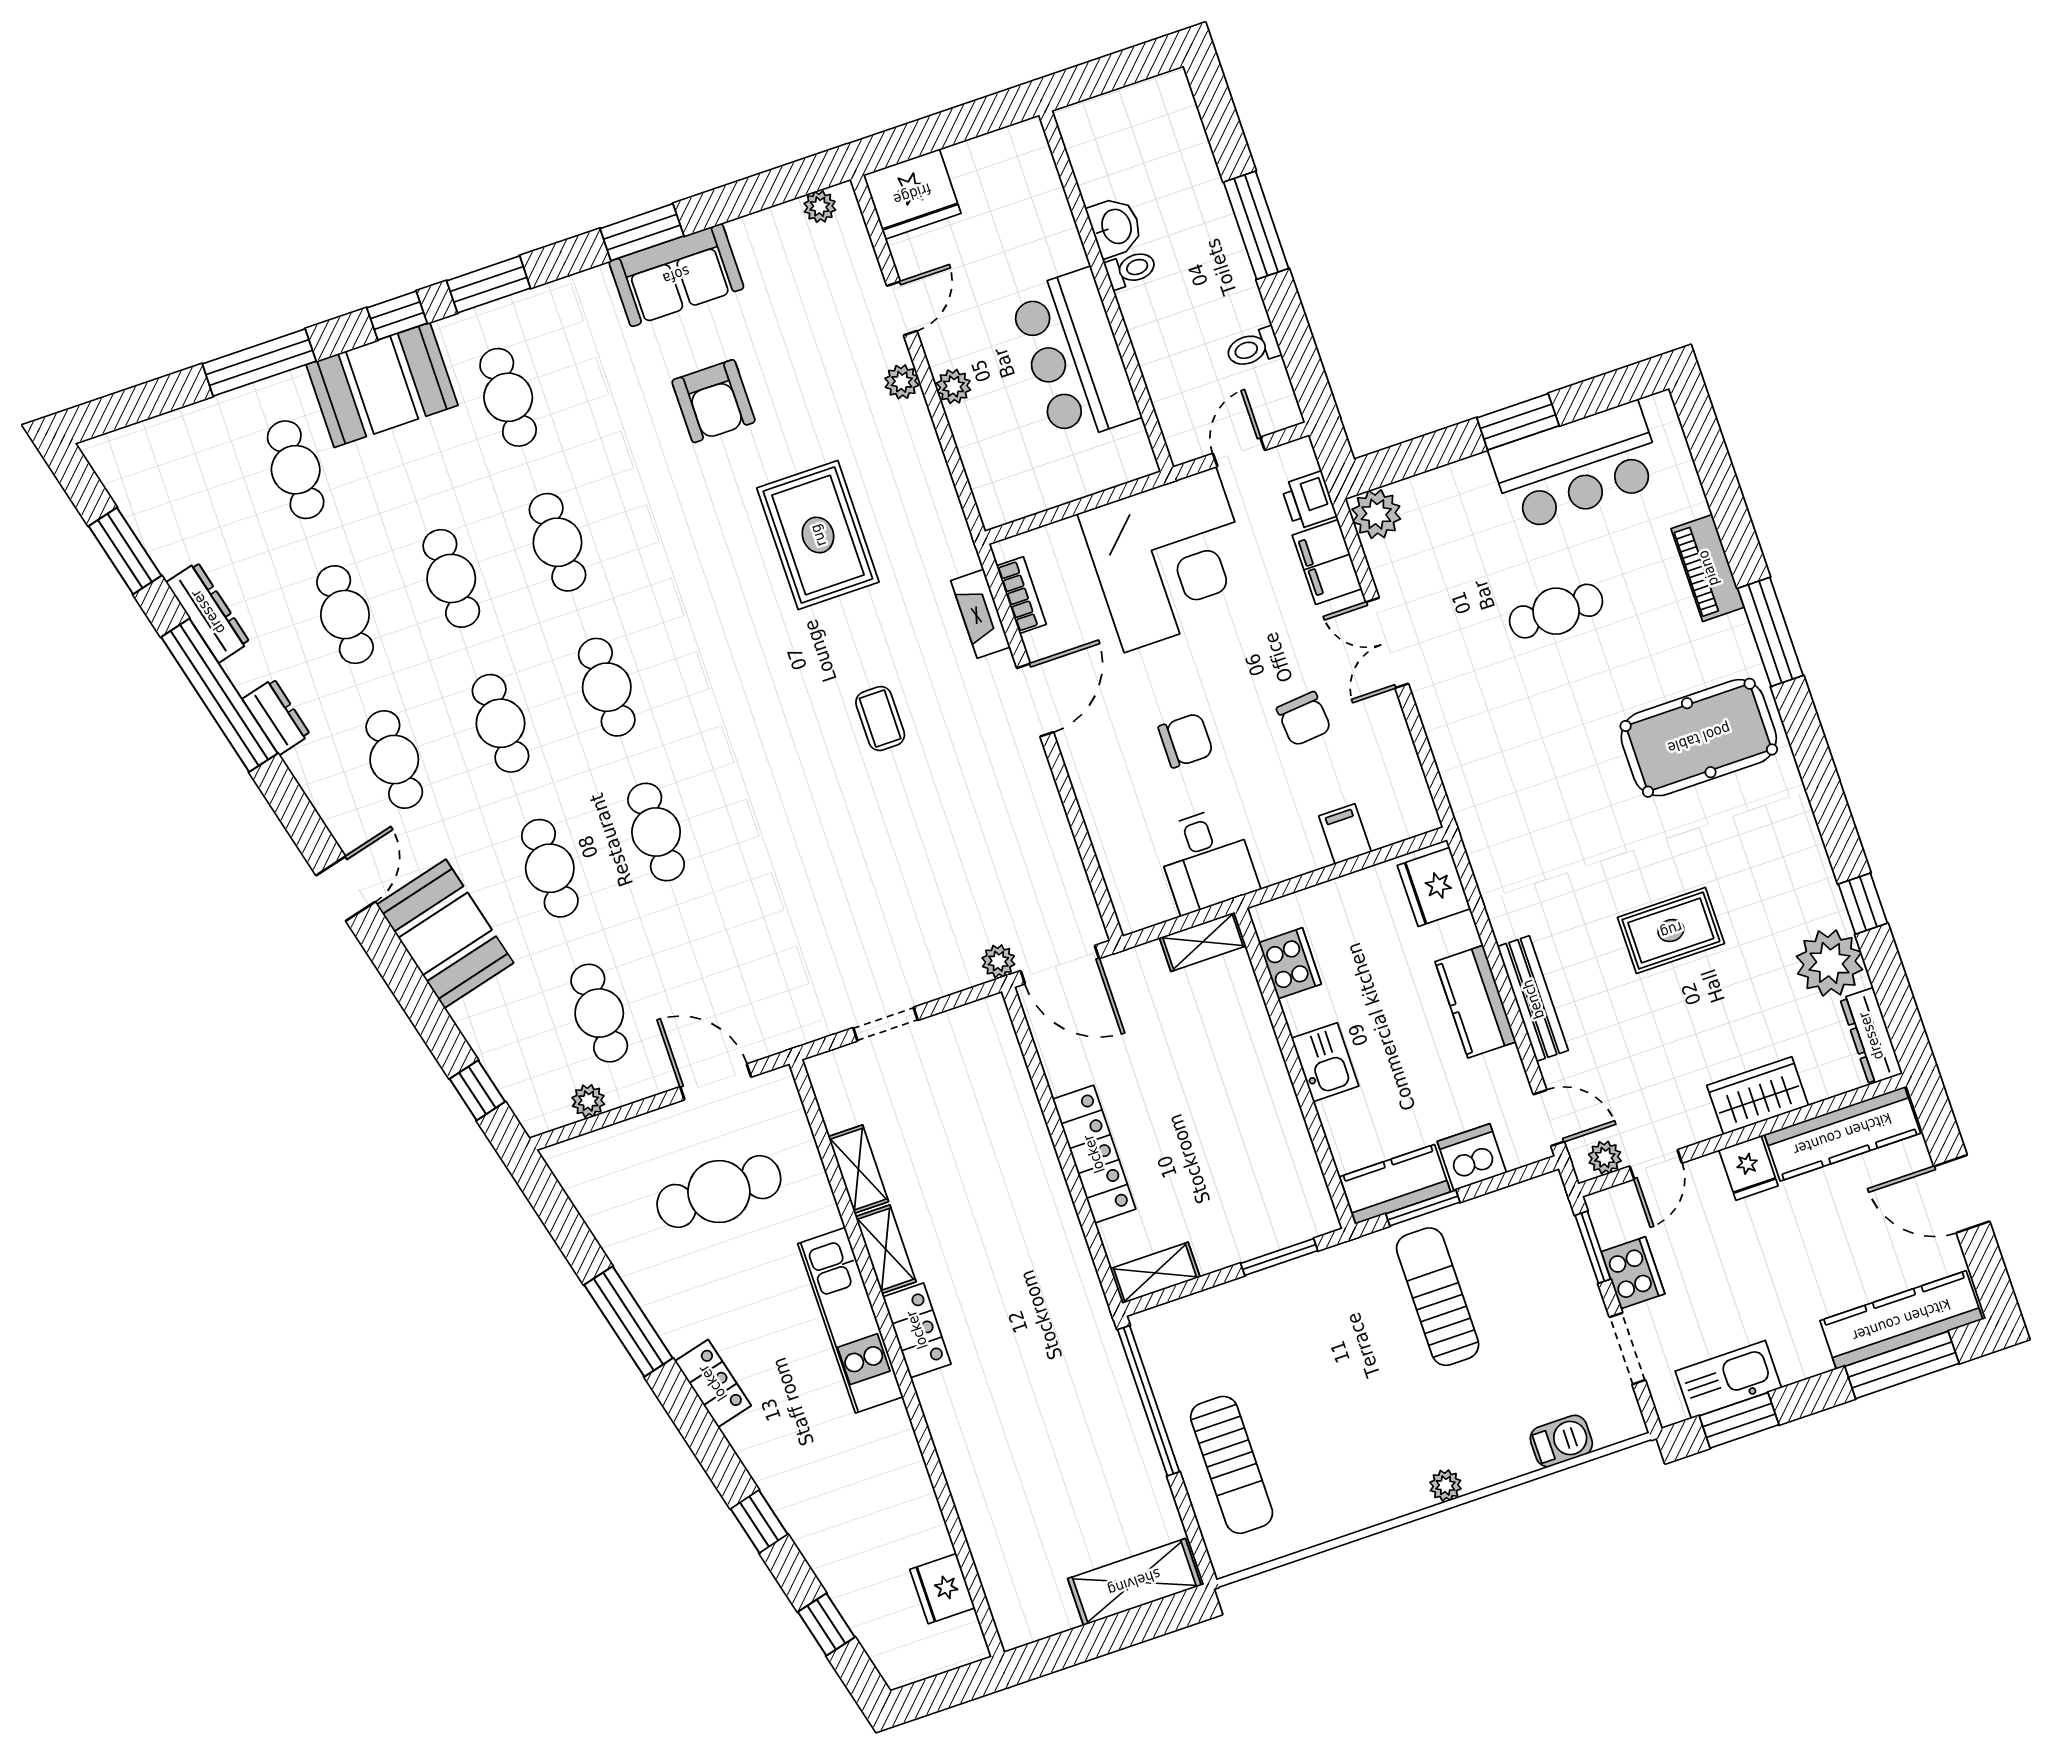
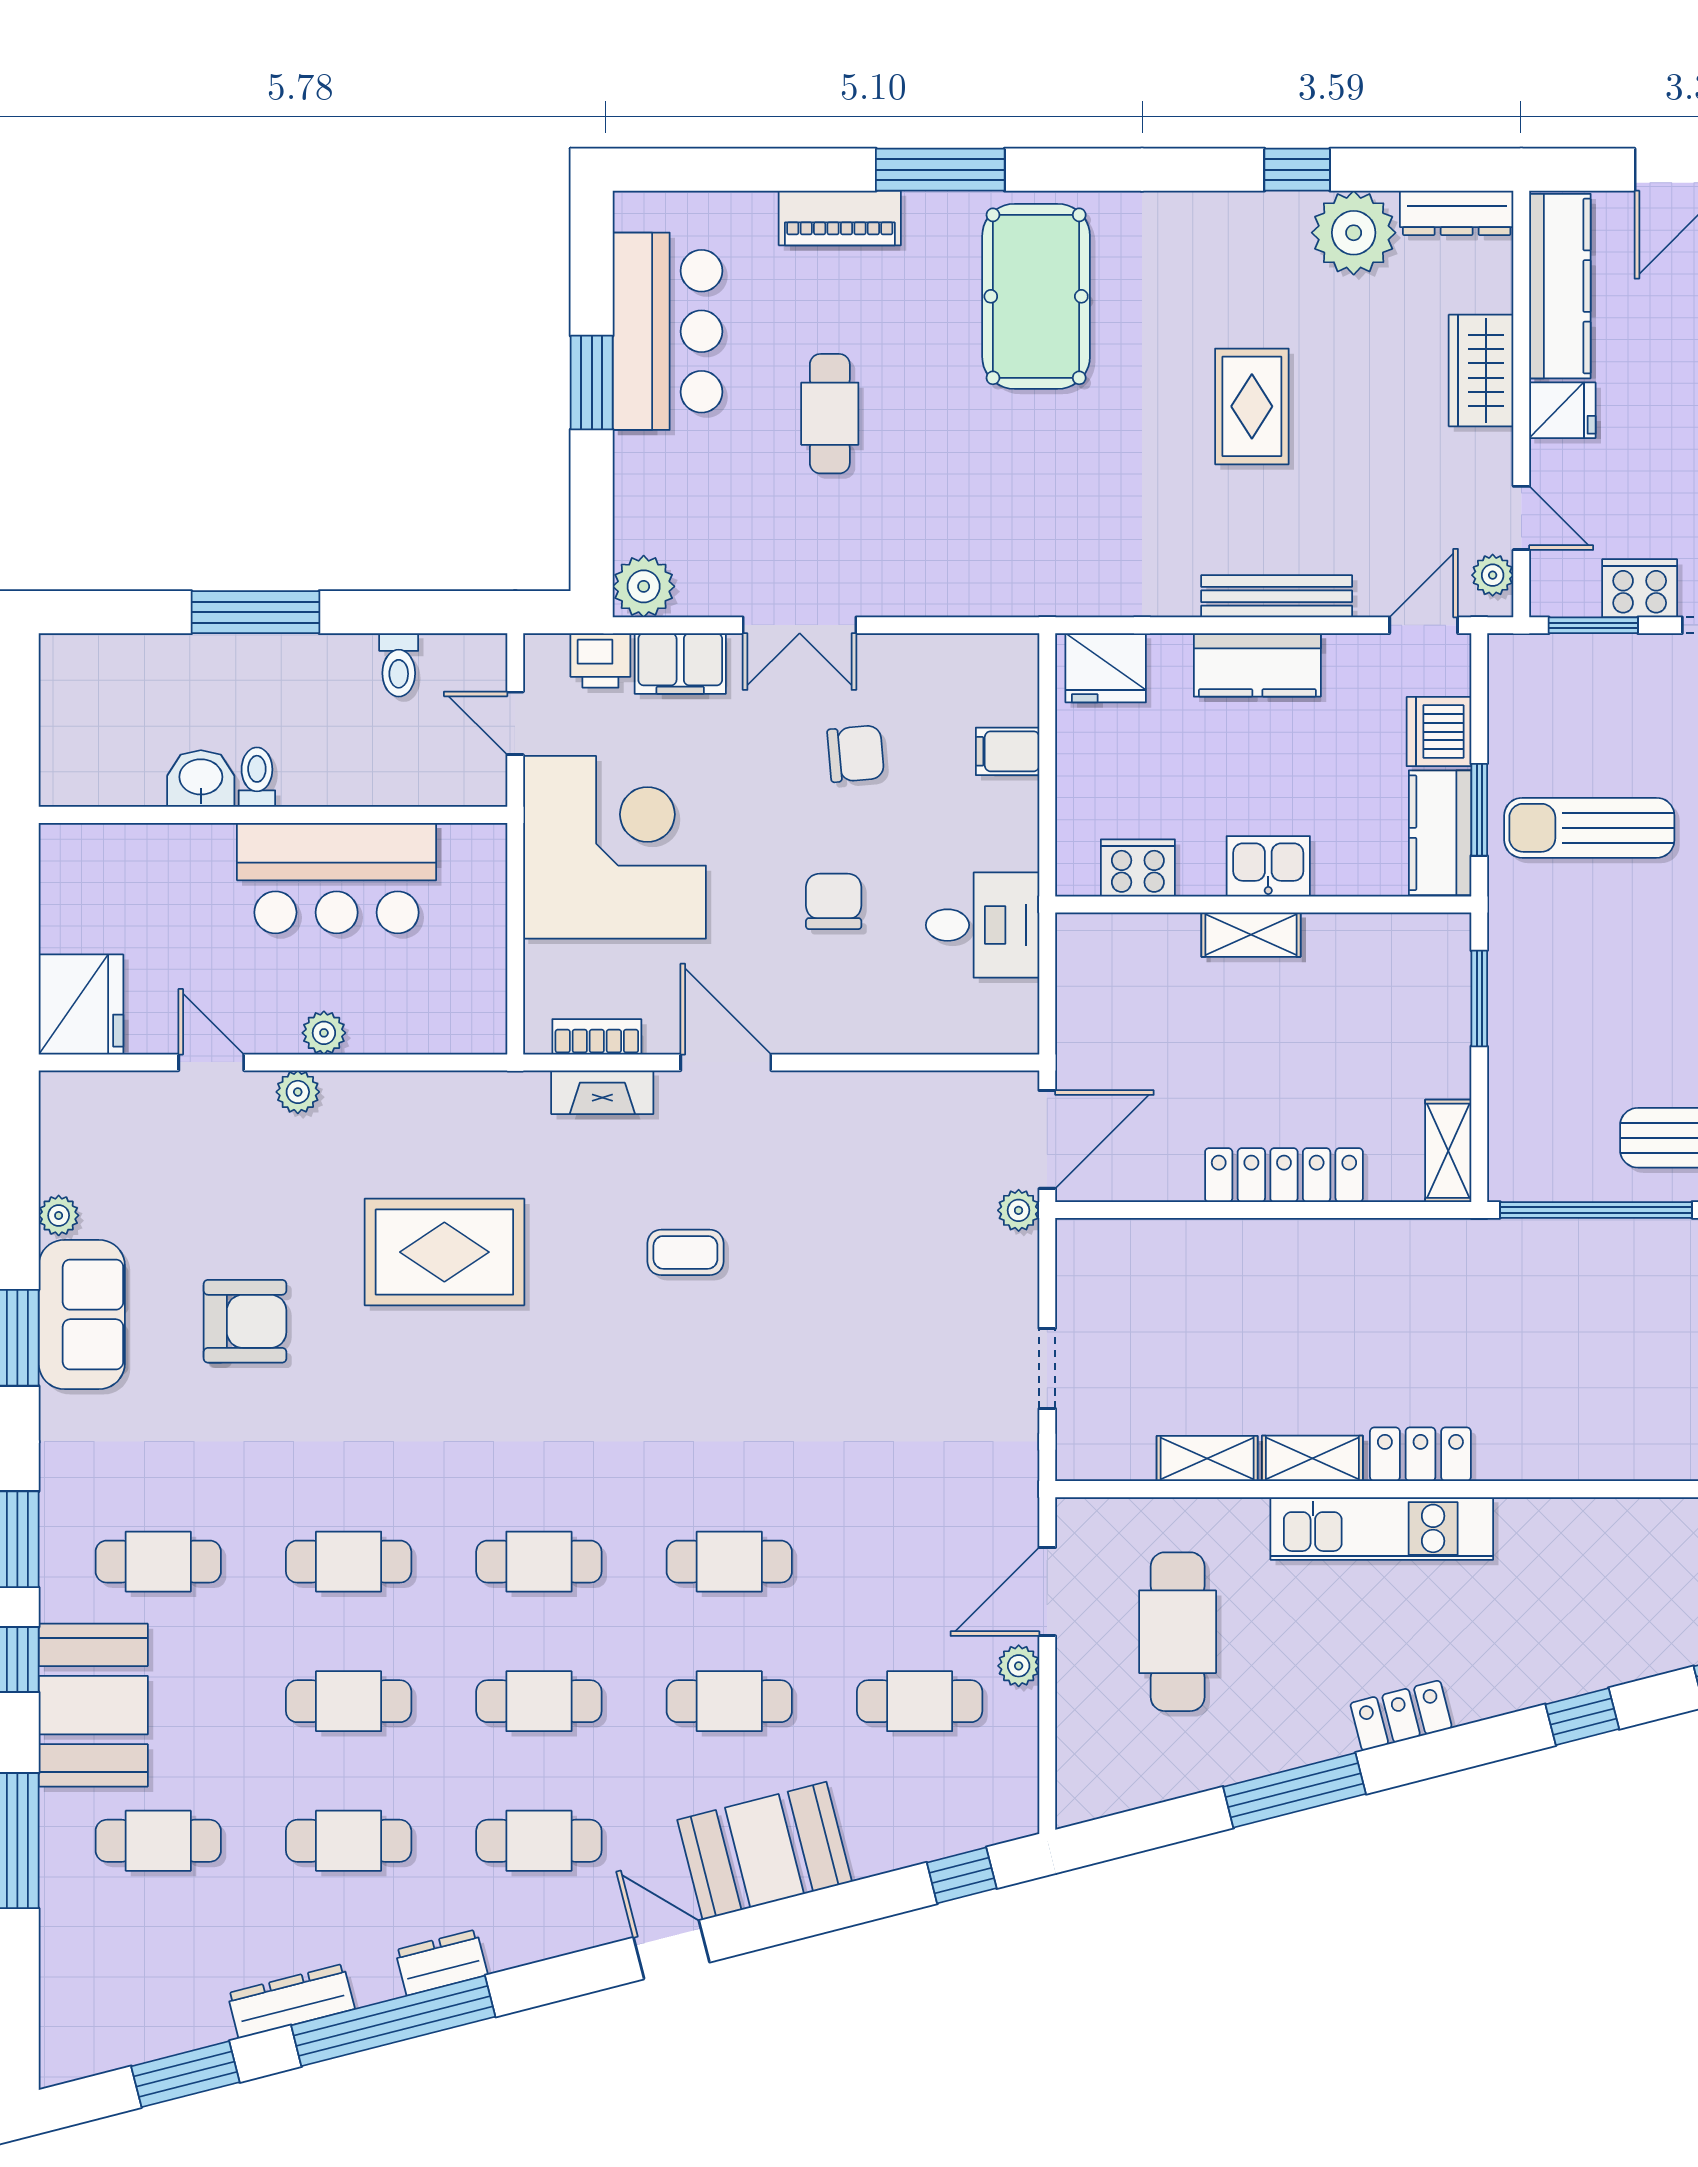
plant: (820, 207) -> (59, 1215), moved
shelving: (1203, 942) -> (1251, 935), moved, turned 90
plant: (588, 1101) -> (1019, 1666), moved

